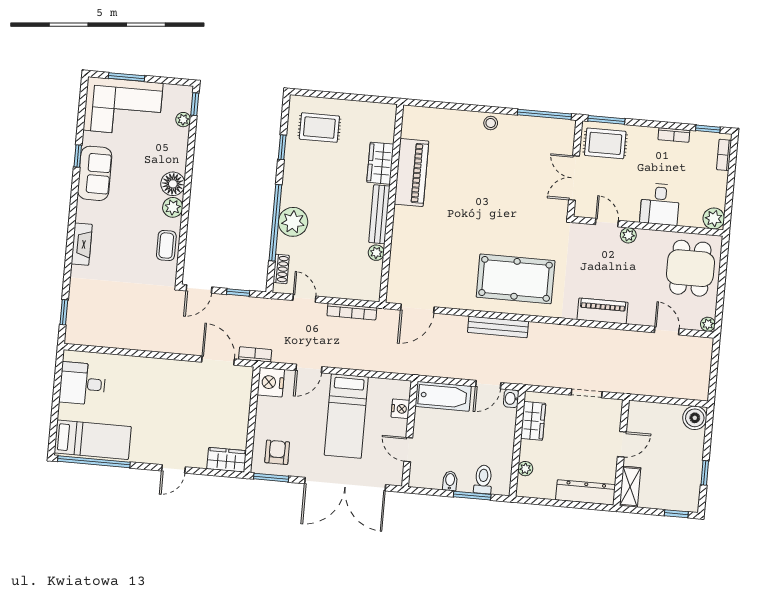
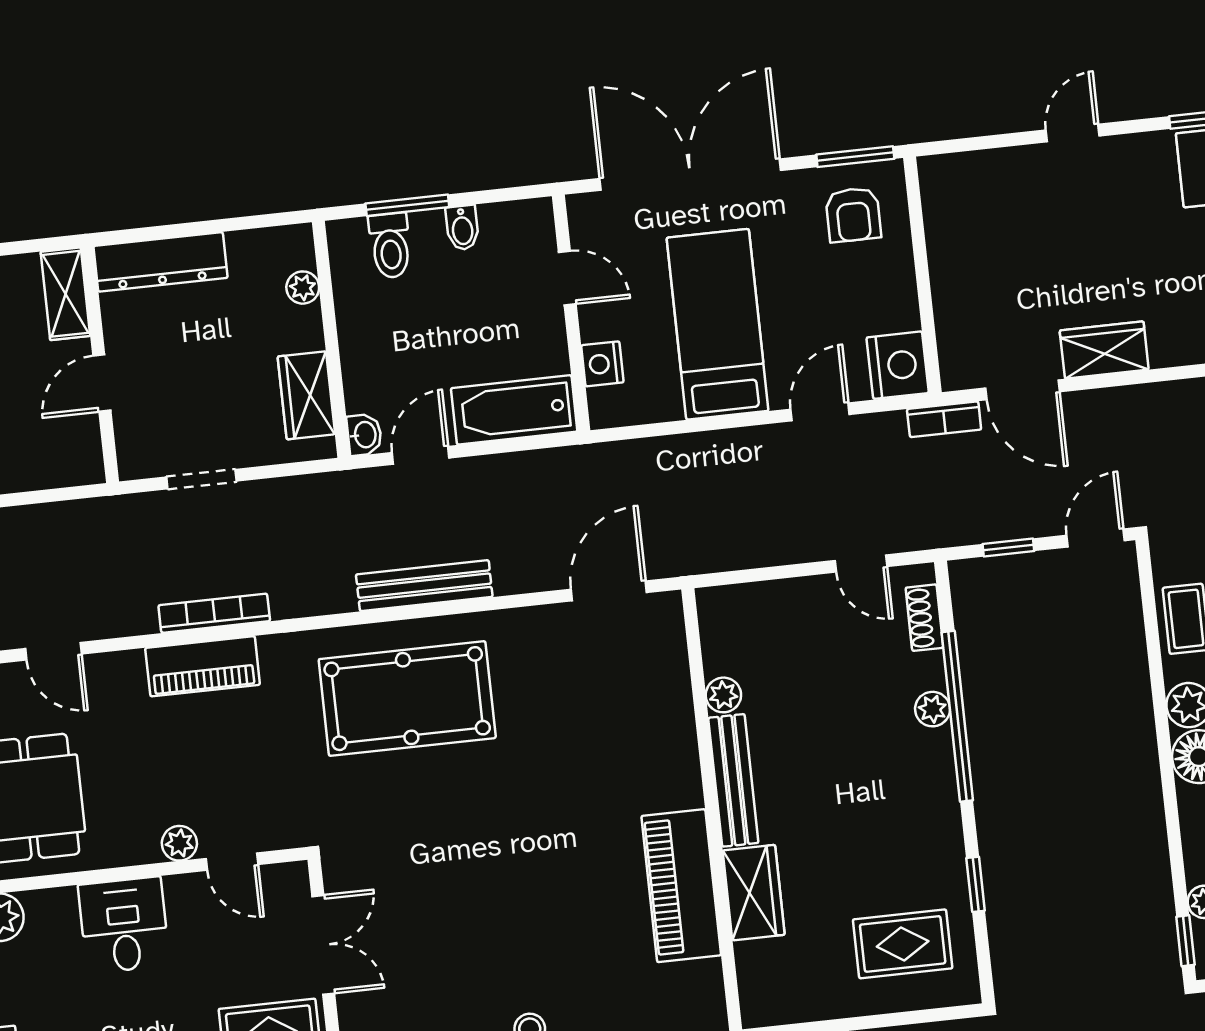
plant: (293, 222) -> (933, 709), width x0.53, depth x0.53
bookcase: (352, 312) -> (214, 613), moved
wardrobe: (227, 460) -> (1104, 350), moved, turned 180

